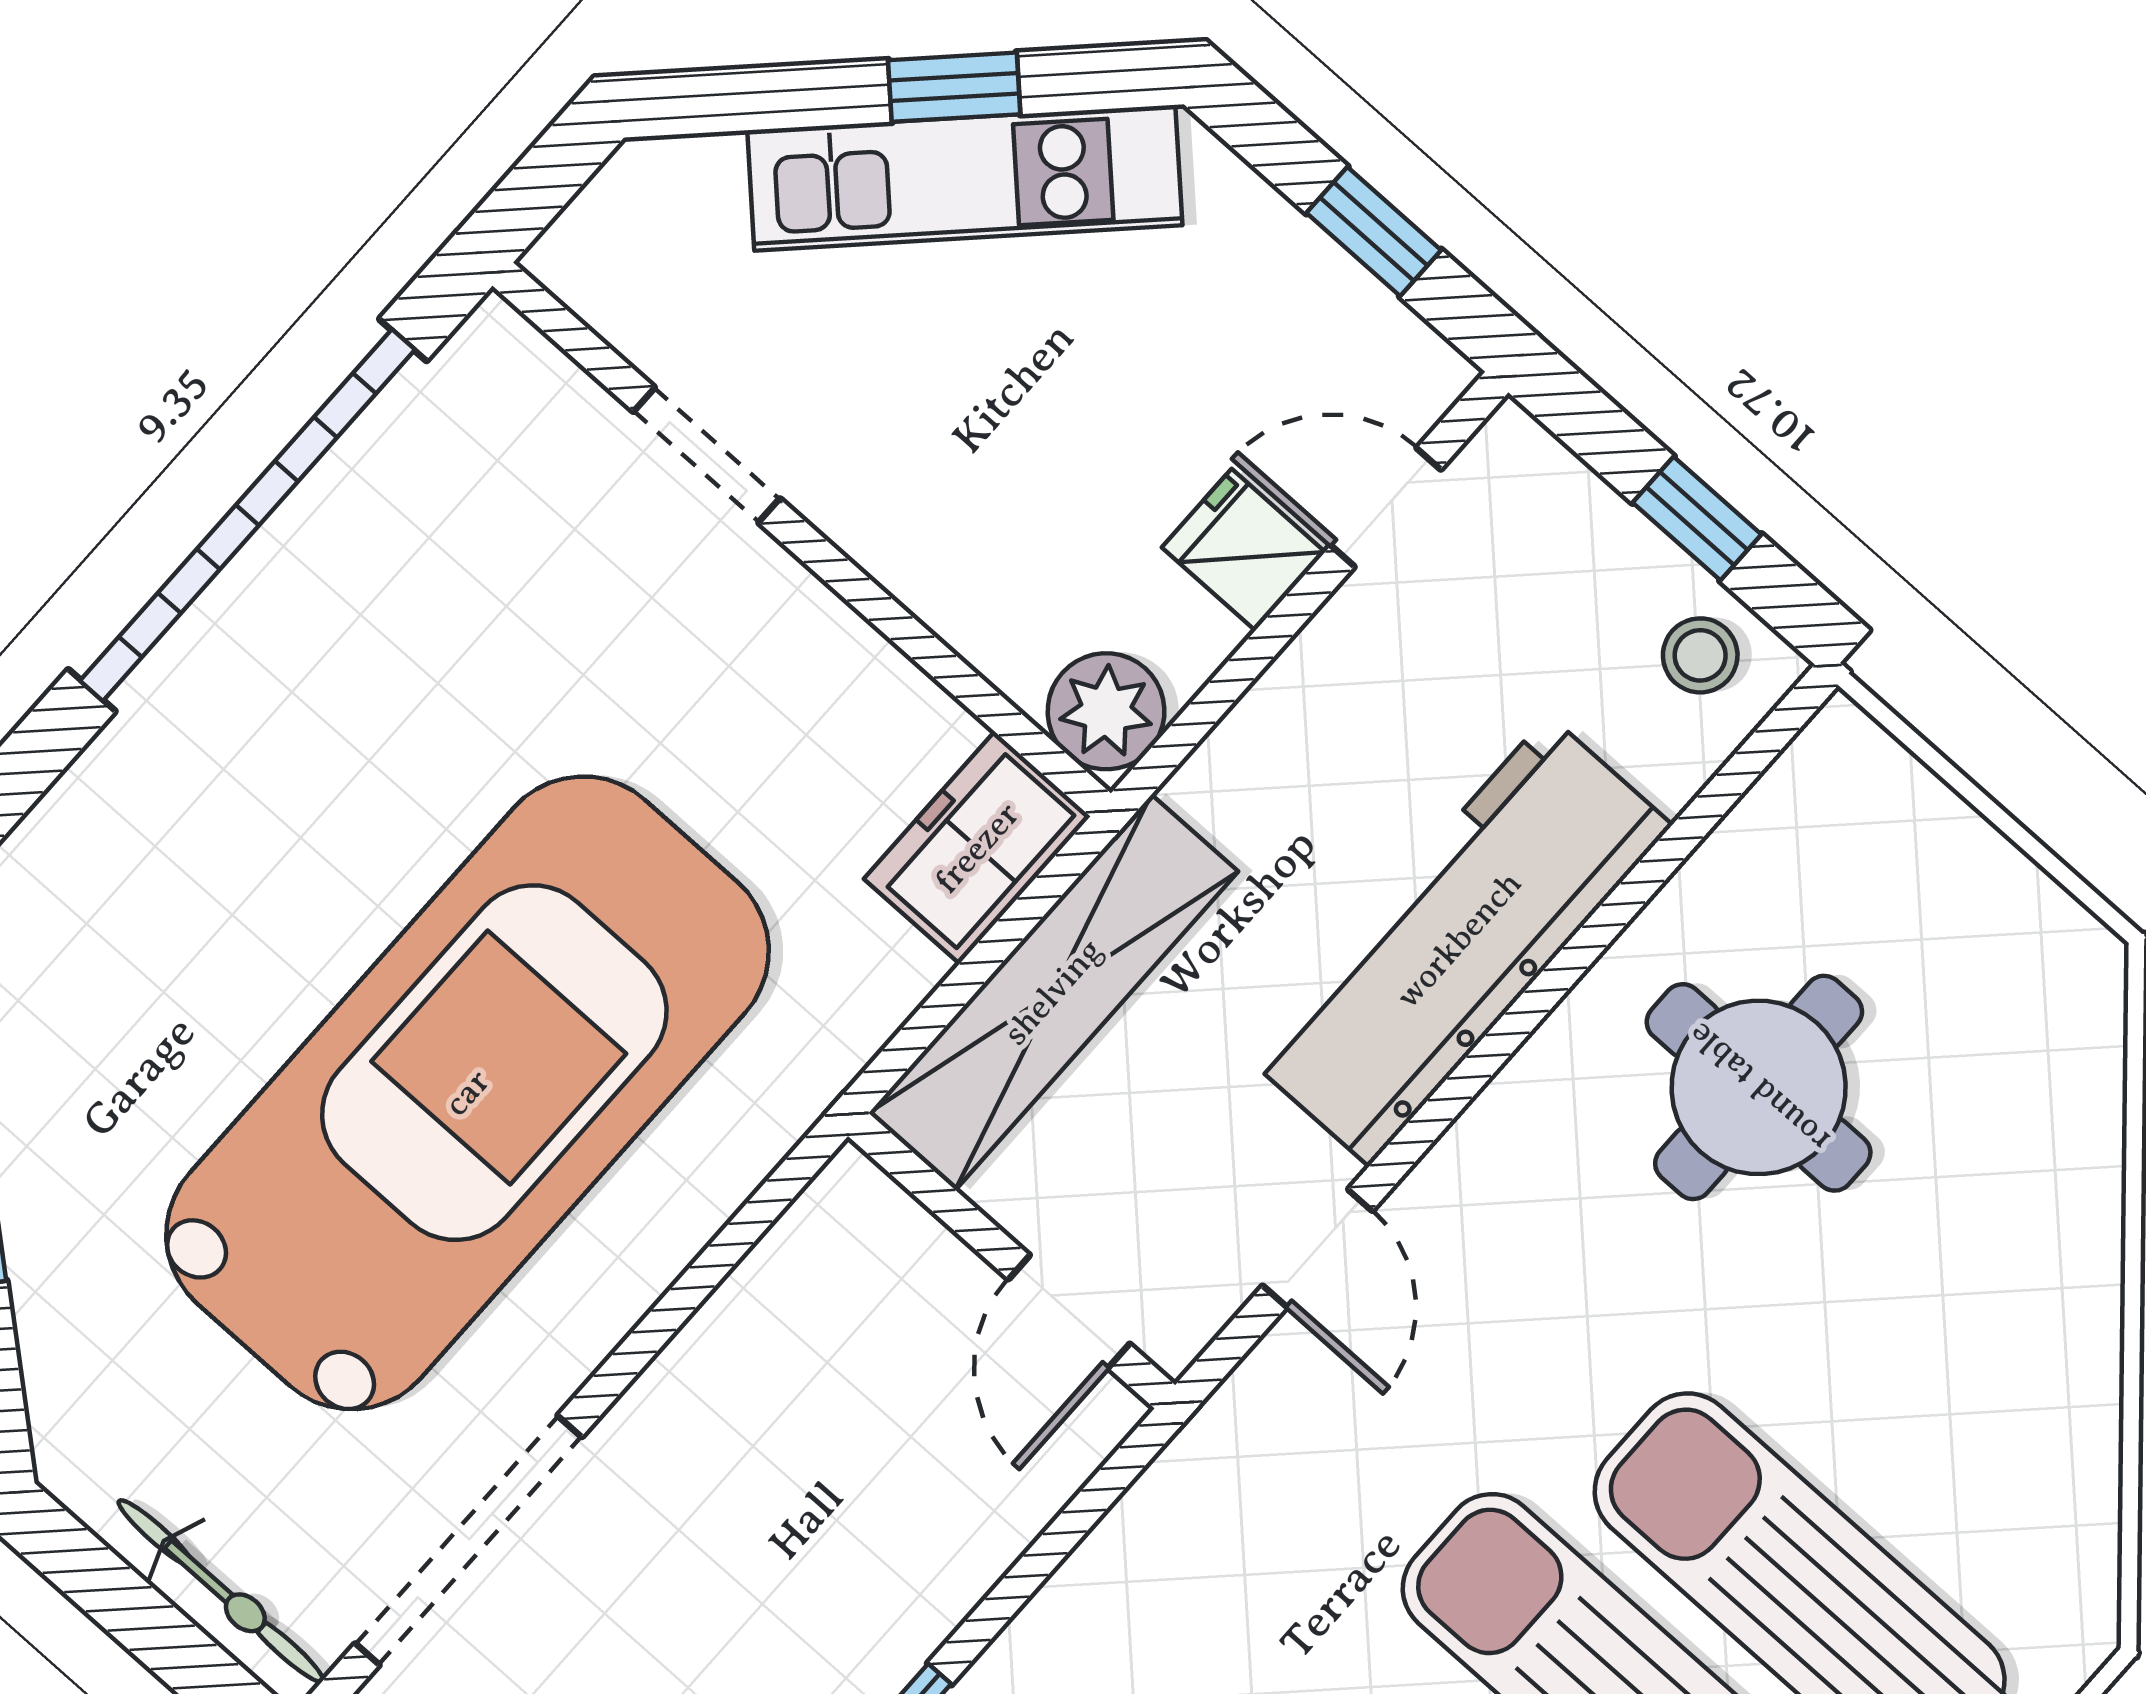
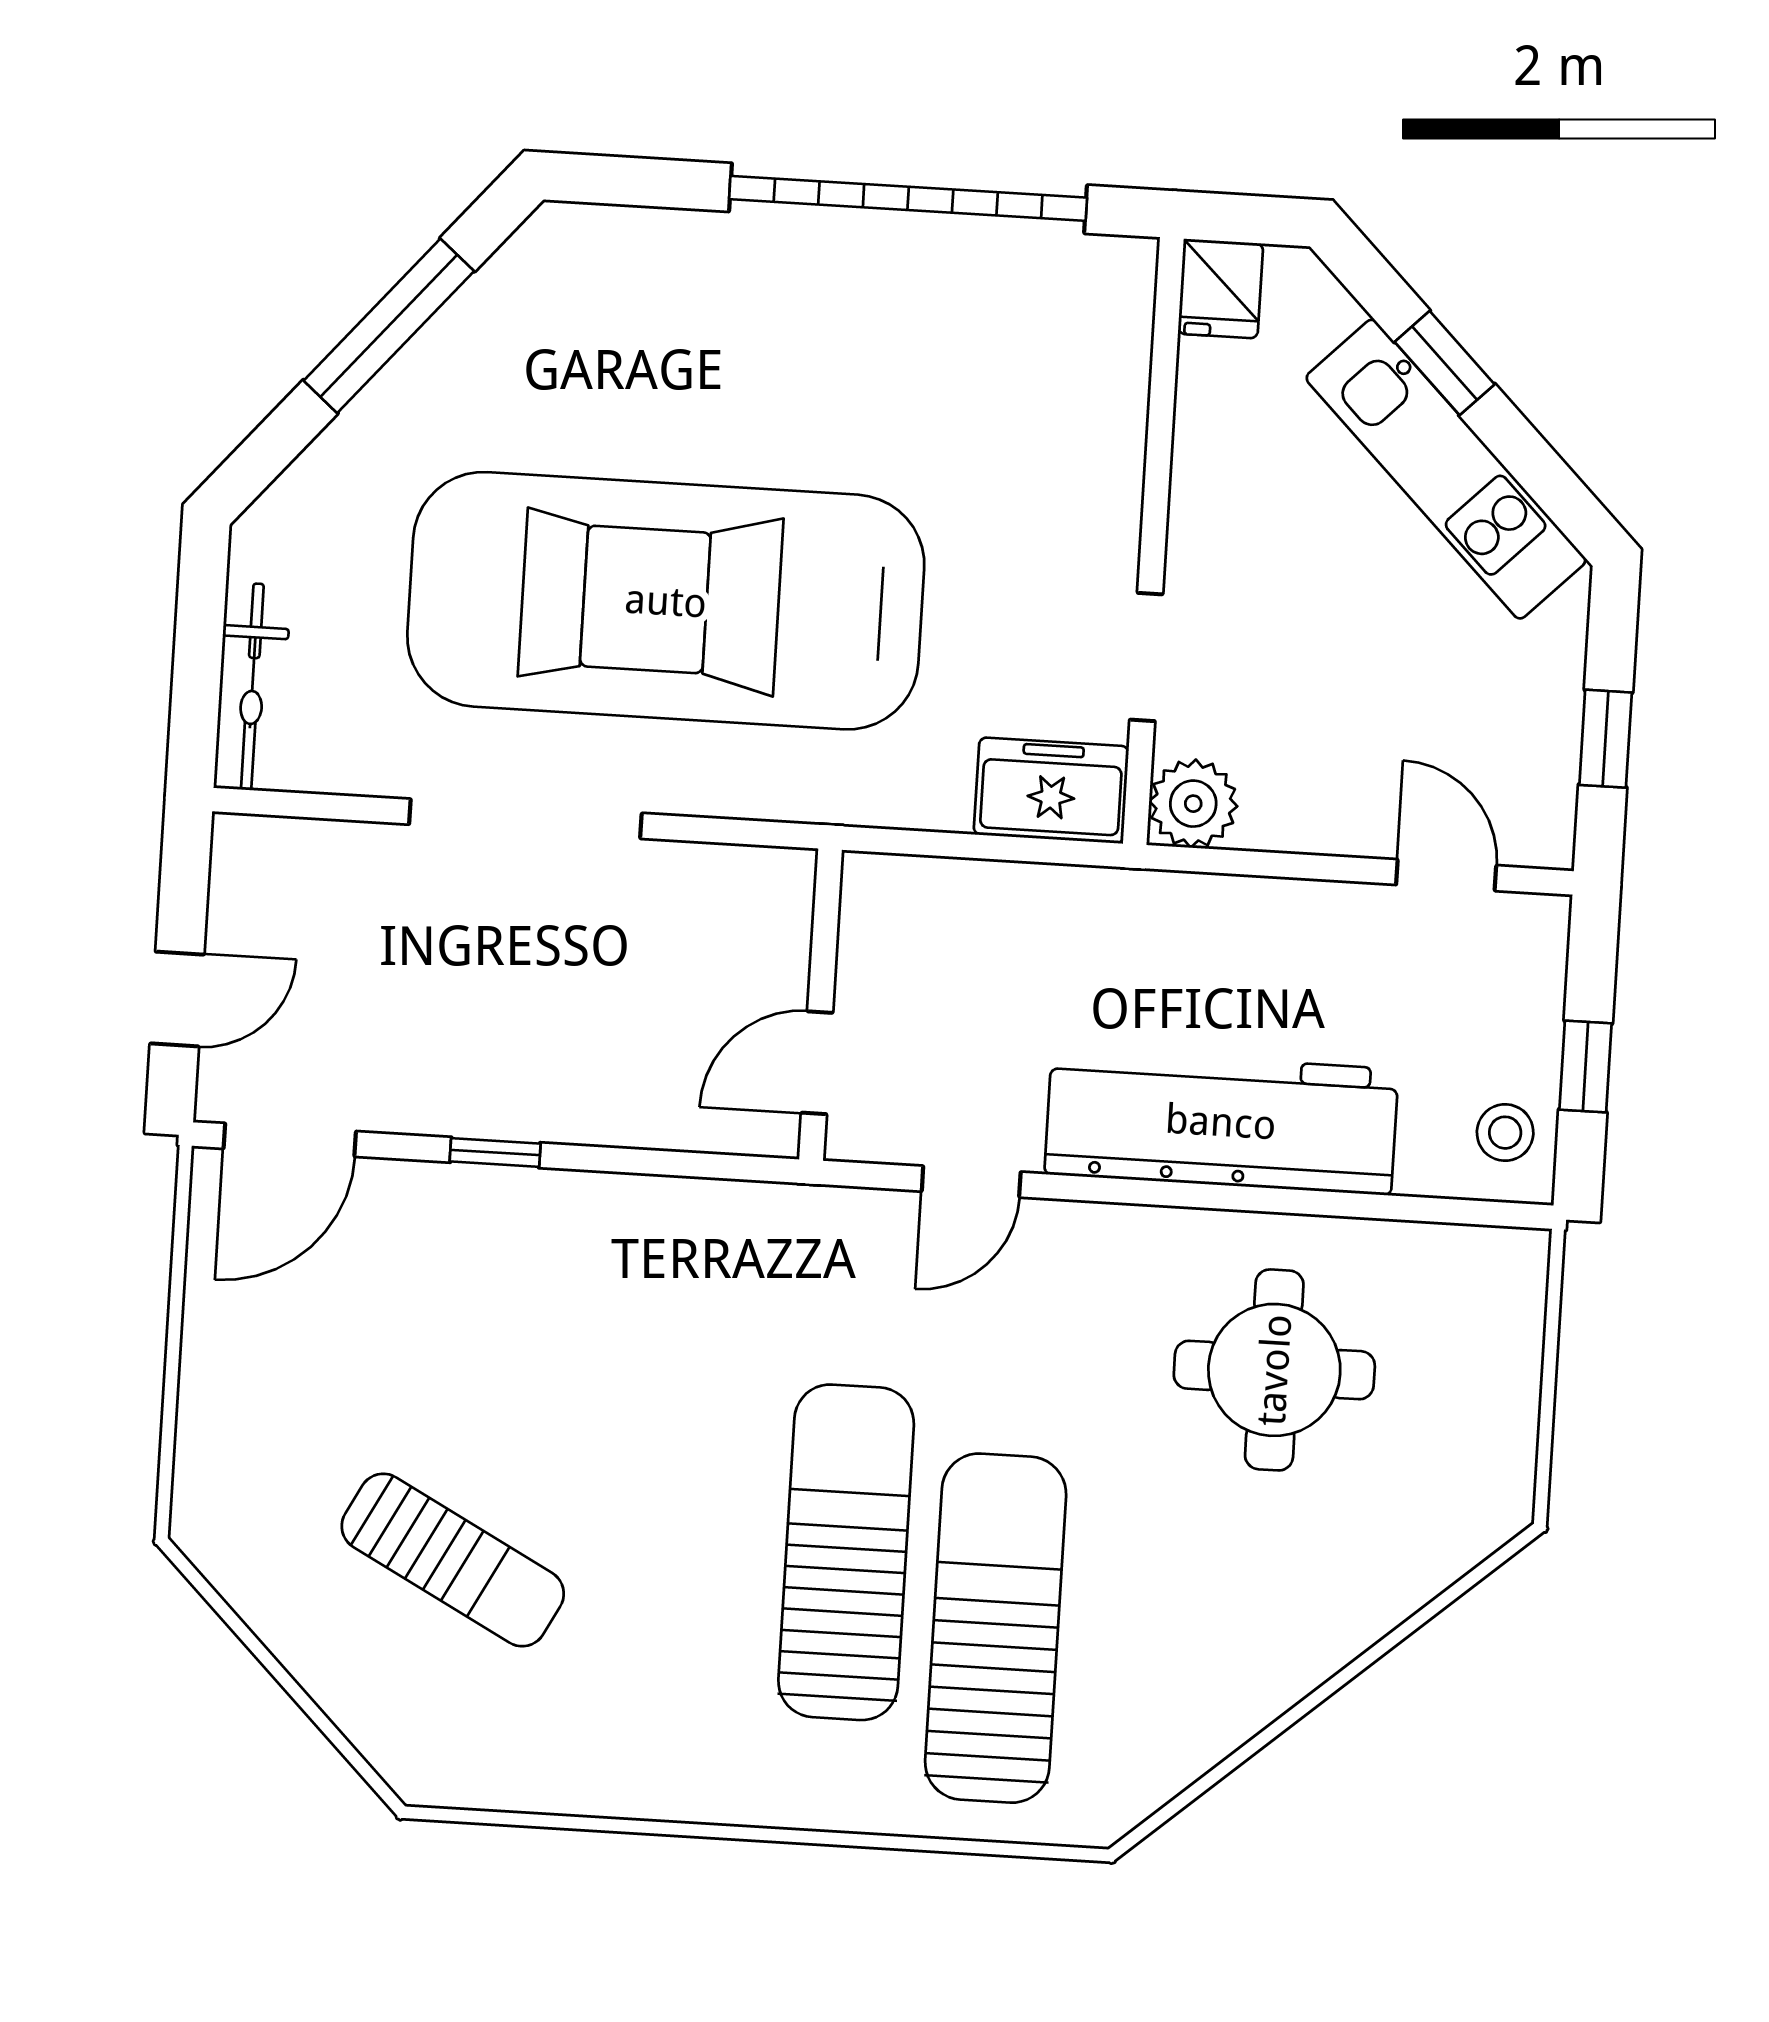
window: (954, 87) -> (1445, 363), moved
doorway: (707, 455) -> (1146, 657), moved
fridge: (1243, 550) -> (1220, 289), moved, turned 180
shelving: (1053, 992) -> (1001, 904), removed
car: (467, 1093) -> (666, 601), turned 180
doorway: (468, 1540) -> (525, 819), moved

